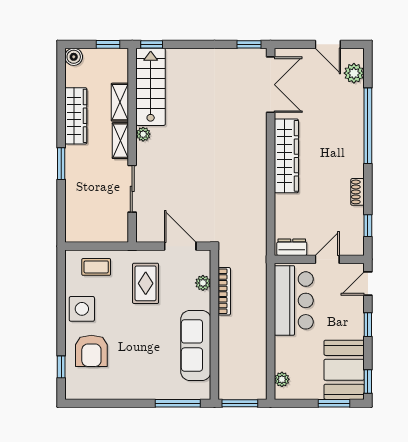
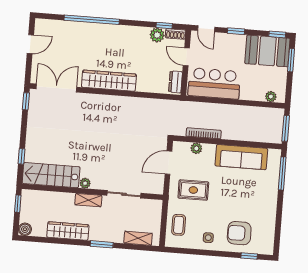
window: (152, 44) -> (22, 156), moved
plant: (354, 73) -> (157, 35), moved
shelving: (120, 102) -> (138, 238), moved
shoe rack: (357, 192) -> (176, 34), moved
side table: (82, 309) -> (208, 238), width x0.54, depth x0.54
armchair: (91, 351) -> (239, 233), turned 180

